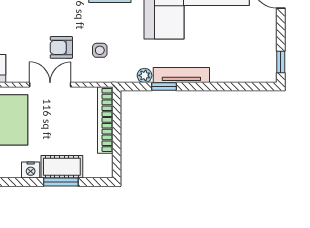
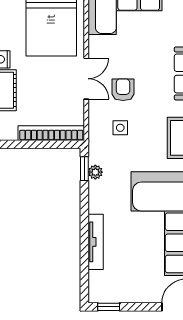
tv unit: (181, 75) -> (96, 242), moved
window: (164, 87) -> (84, 169), moved

